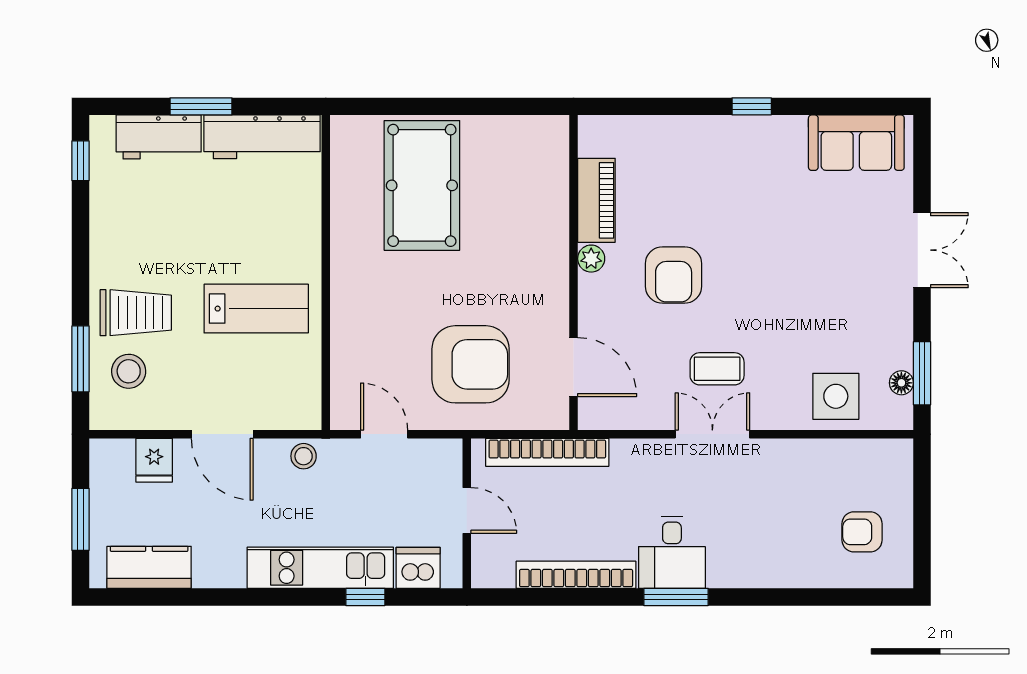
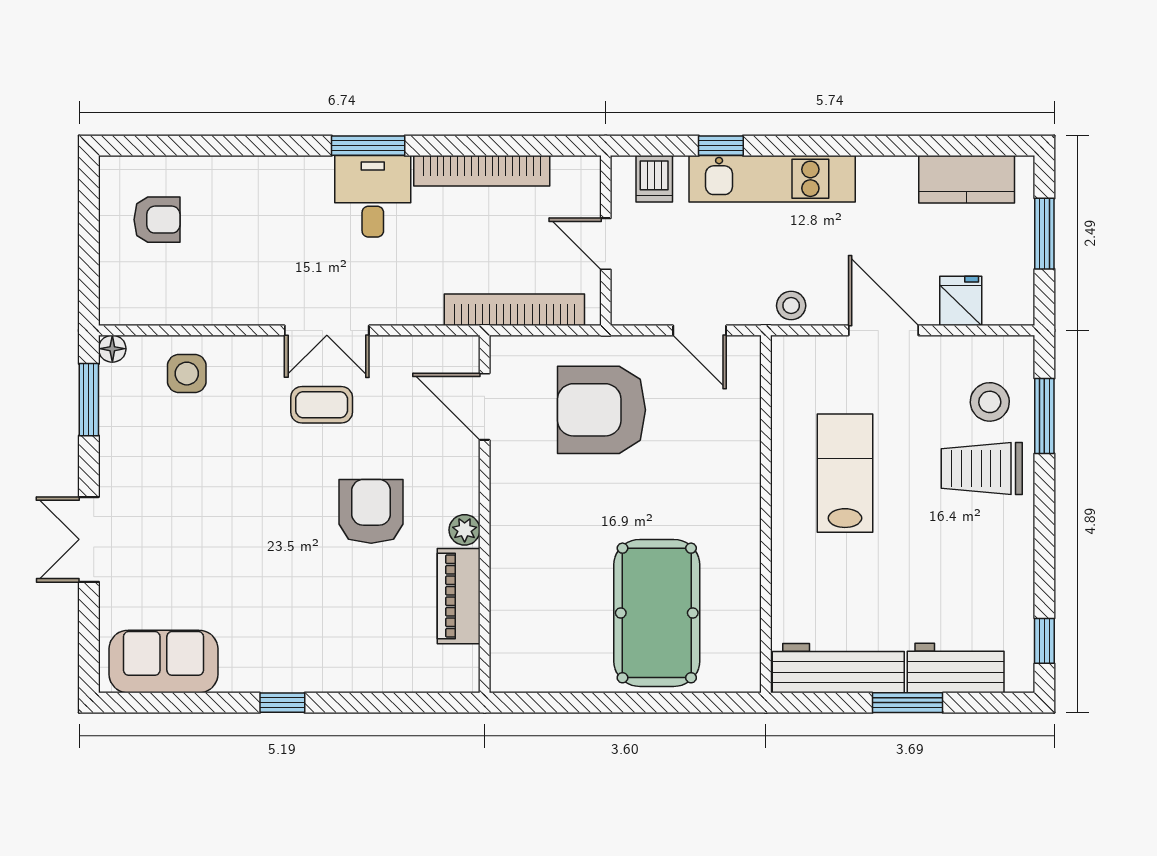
lab bench: (256, 309) -> (845, 473), turned 90
floor lamp: (901, 383) -> (112, 349), moved
side table: (836, 396) -> (187, 374), width x0.73, depth x0.73
dishwasher: (418, 568) -> (654, 179), width x0.73

